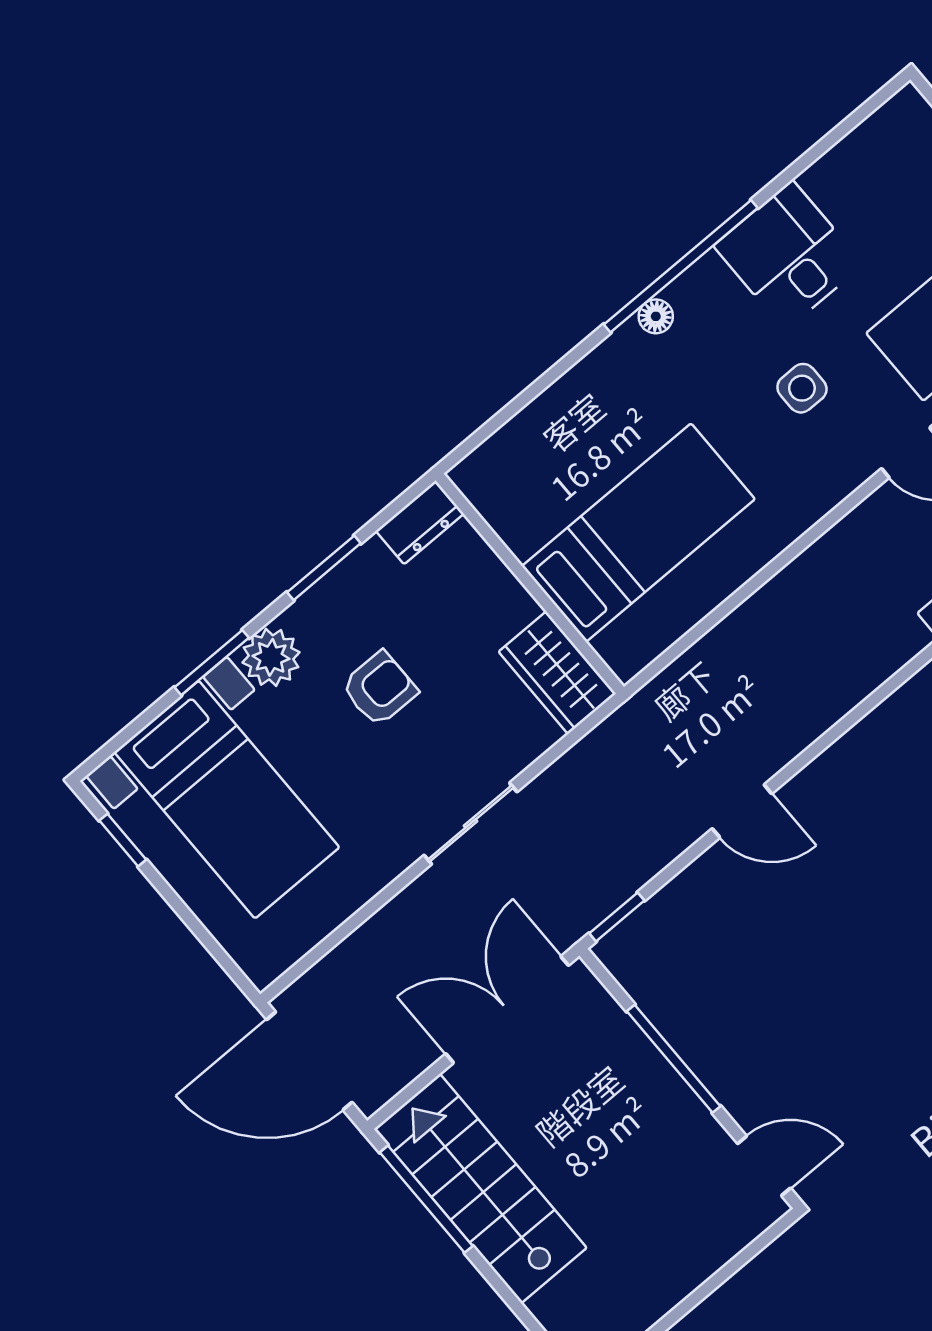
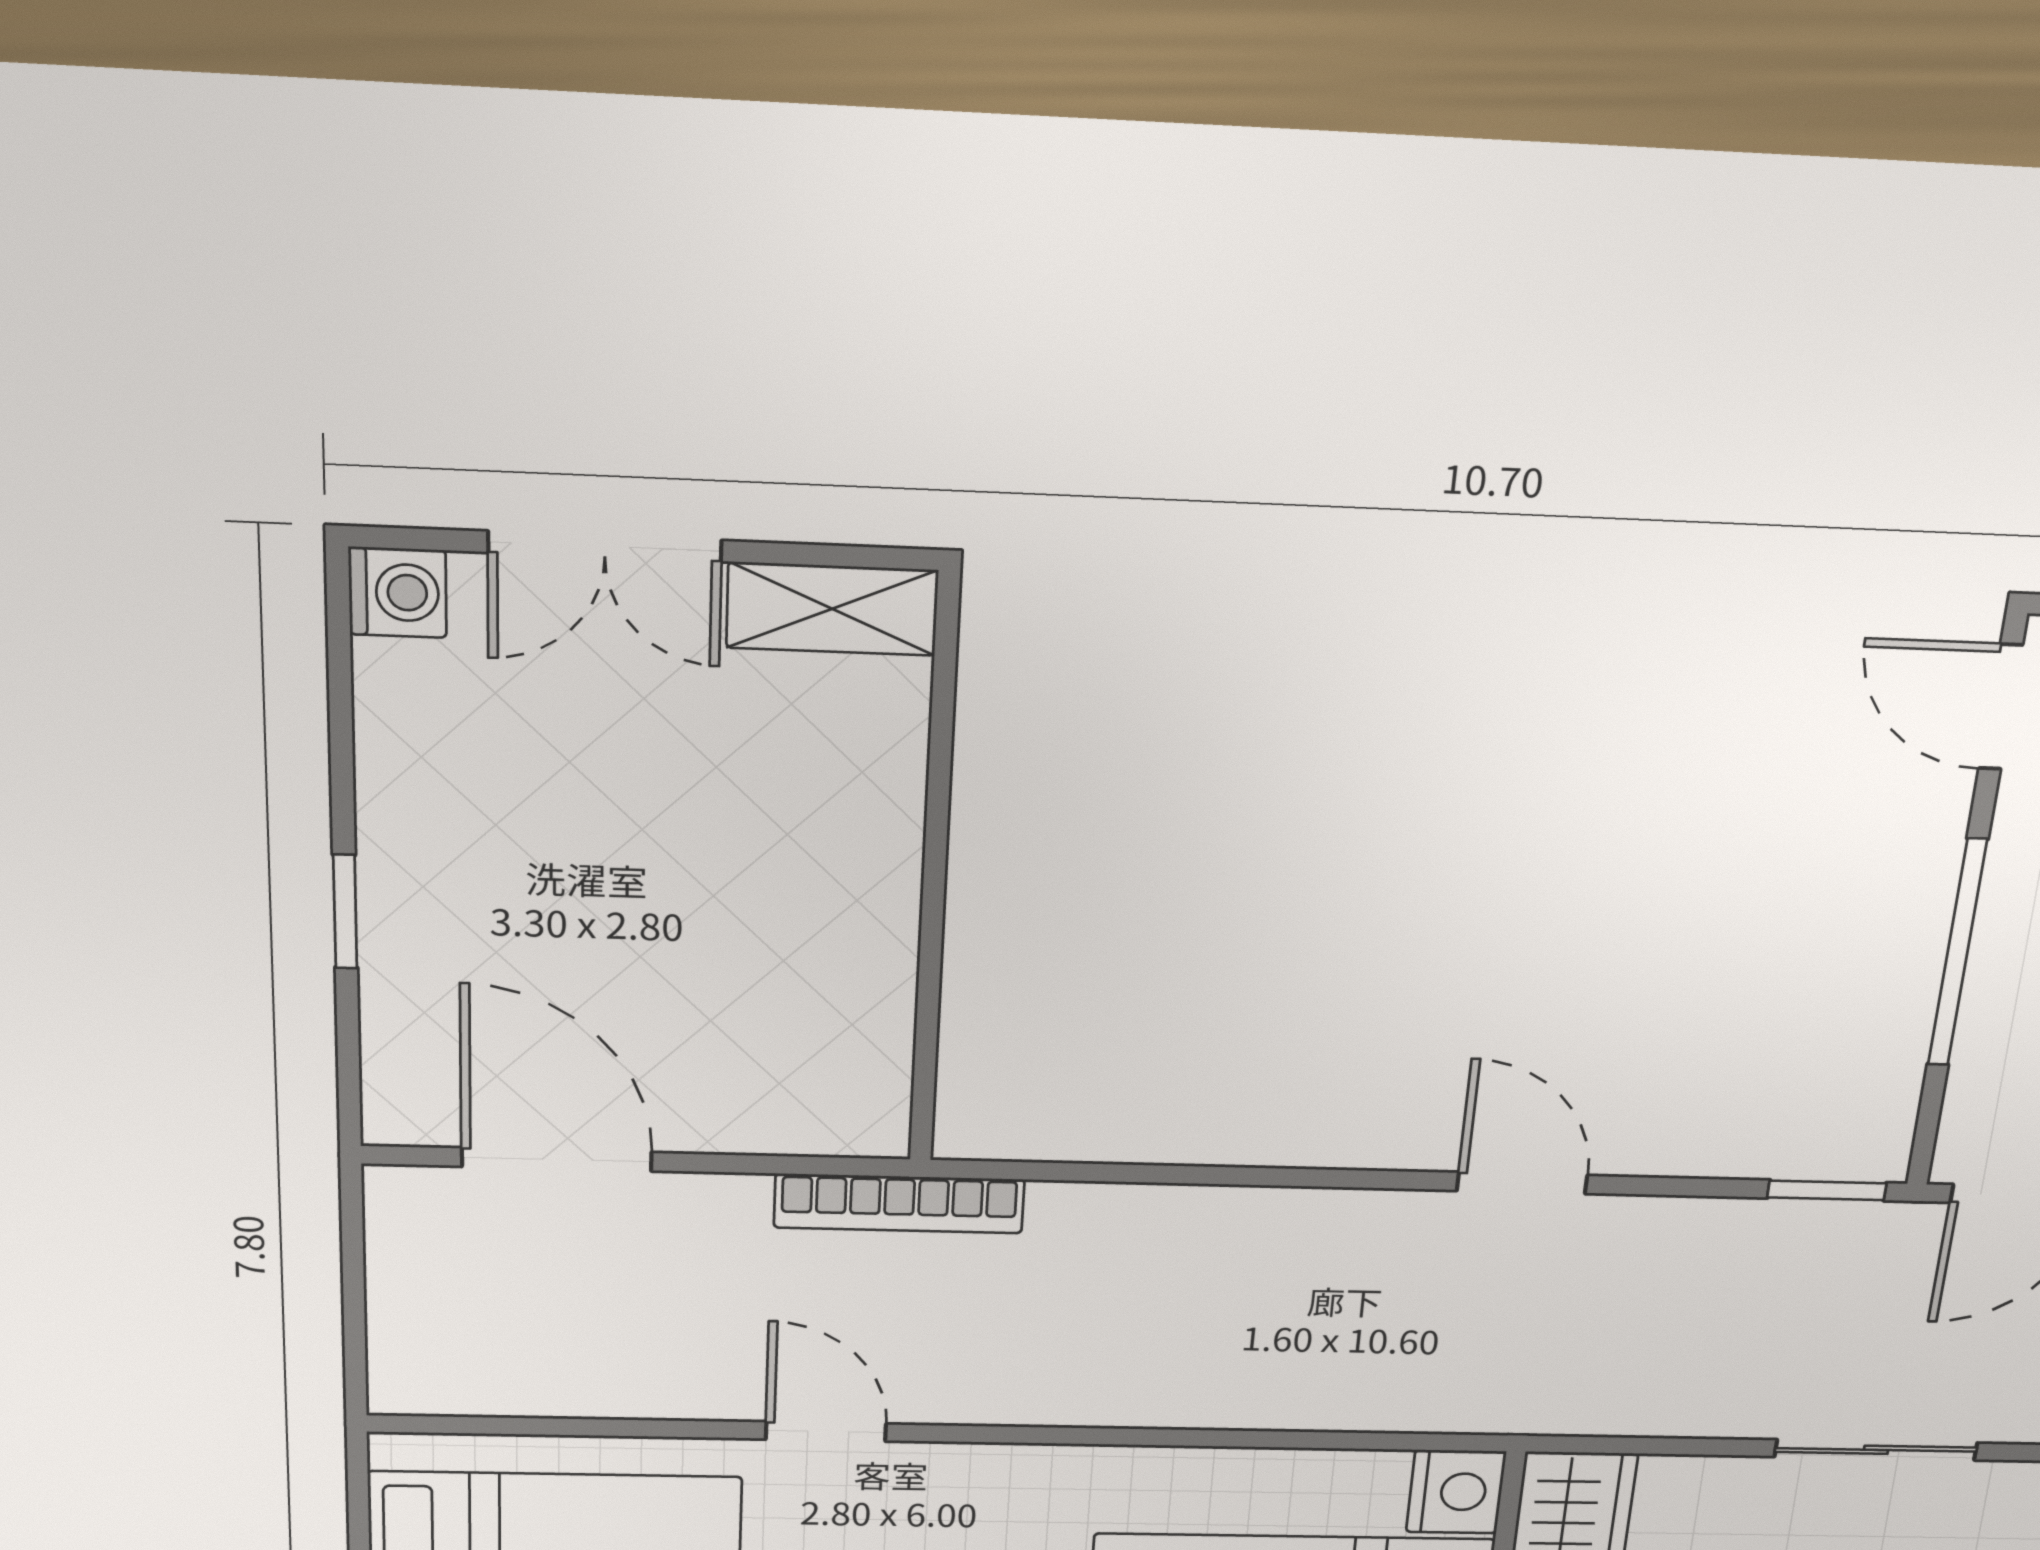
nightstand: (626, 650) -> (1456, 1492), added

